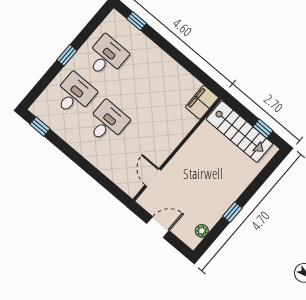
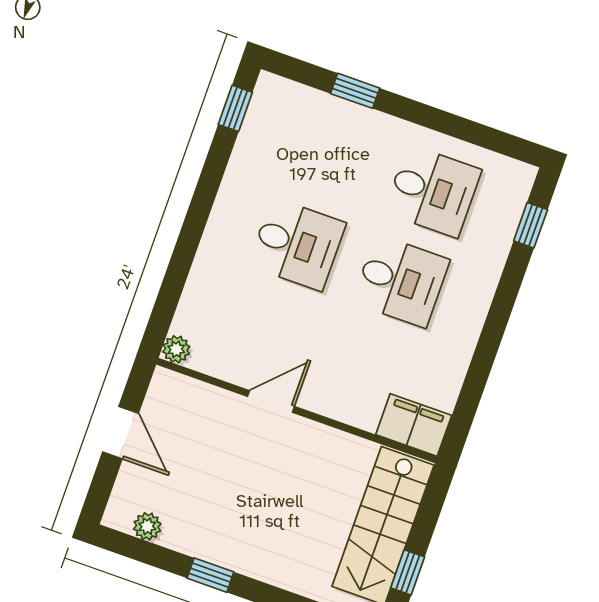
window: (67, 55) -> (355, 91), moved
desk: (74, 94) -> (401, 281), moved
door: (153, 178) -> (271, 401), moved
plant: (132, 190) -> (176, 349), added

